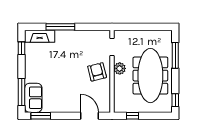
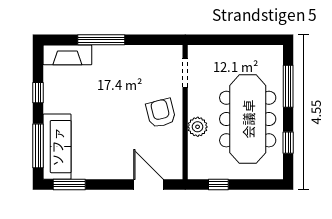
window: (22, 48) -> (38, 93), moved
plant: (120, 68) -> (198, 127), moved
sofa: (33, 98) -> (57, 147), width x1.36
window: (175, 100) -> (288, 143), moved

